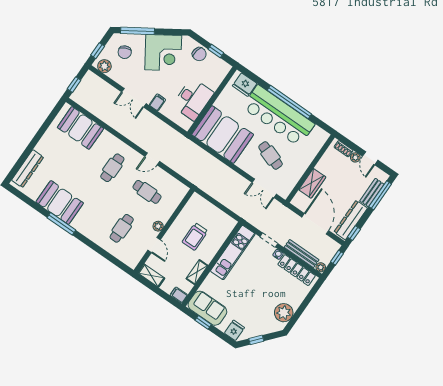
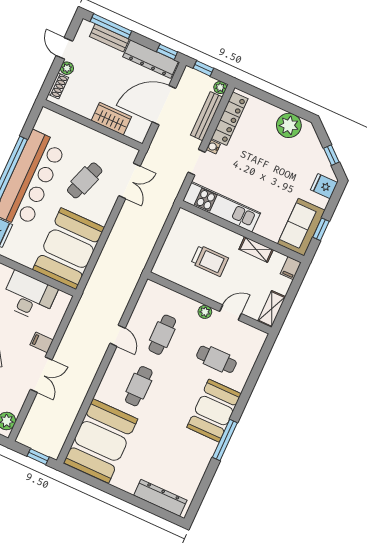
booth: (80, 128) -> (101, 441), width x1.36, depth x1.42
door: (370, 158) -> (64, 48), swing flipped
cafe table: (112, 168) -> (139, 386), turned 90
booth: (60, 203) -> (214, 411), moved

